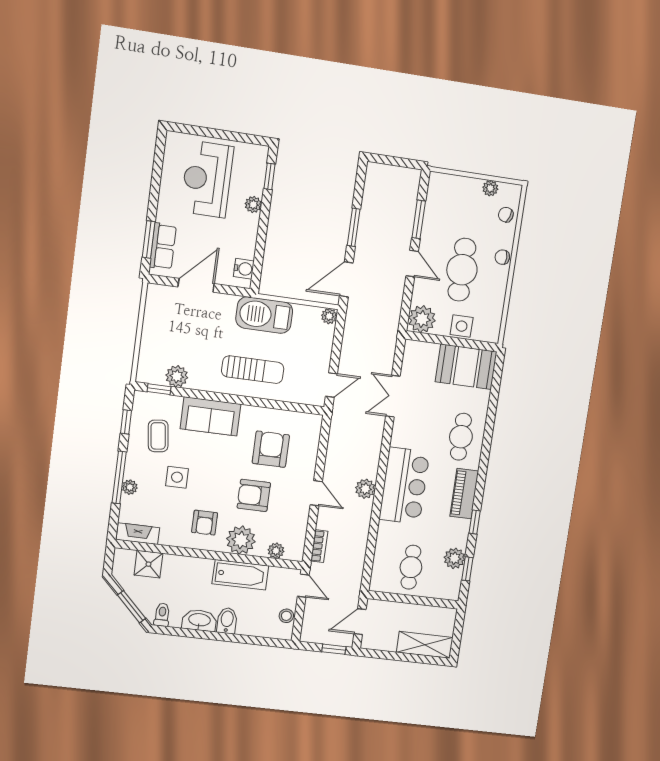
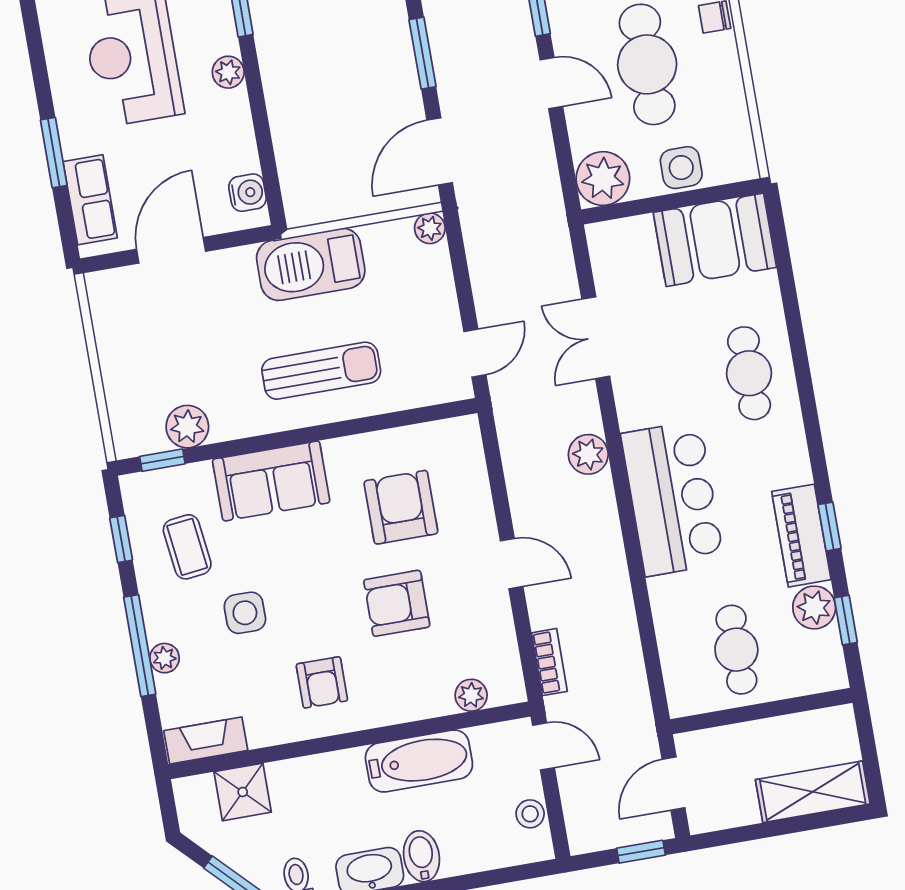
window: (149, 239) -> (54, 153), moved
plant: (365, 489) -> (588, 454), moved
piano: (464, 494) -> (801, 536), moved
plant: (241, 540) -> (399, 695), removed

